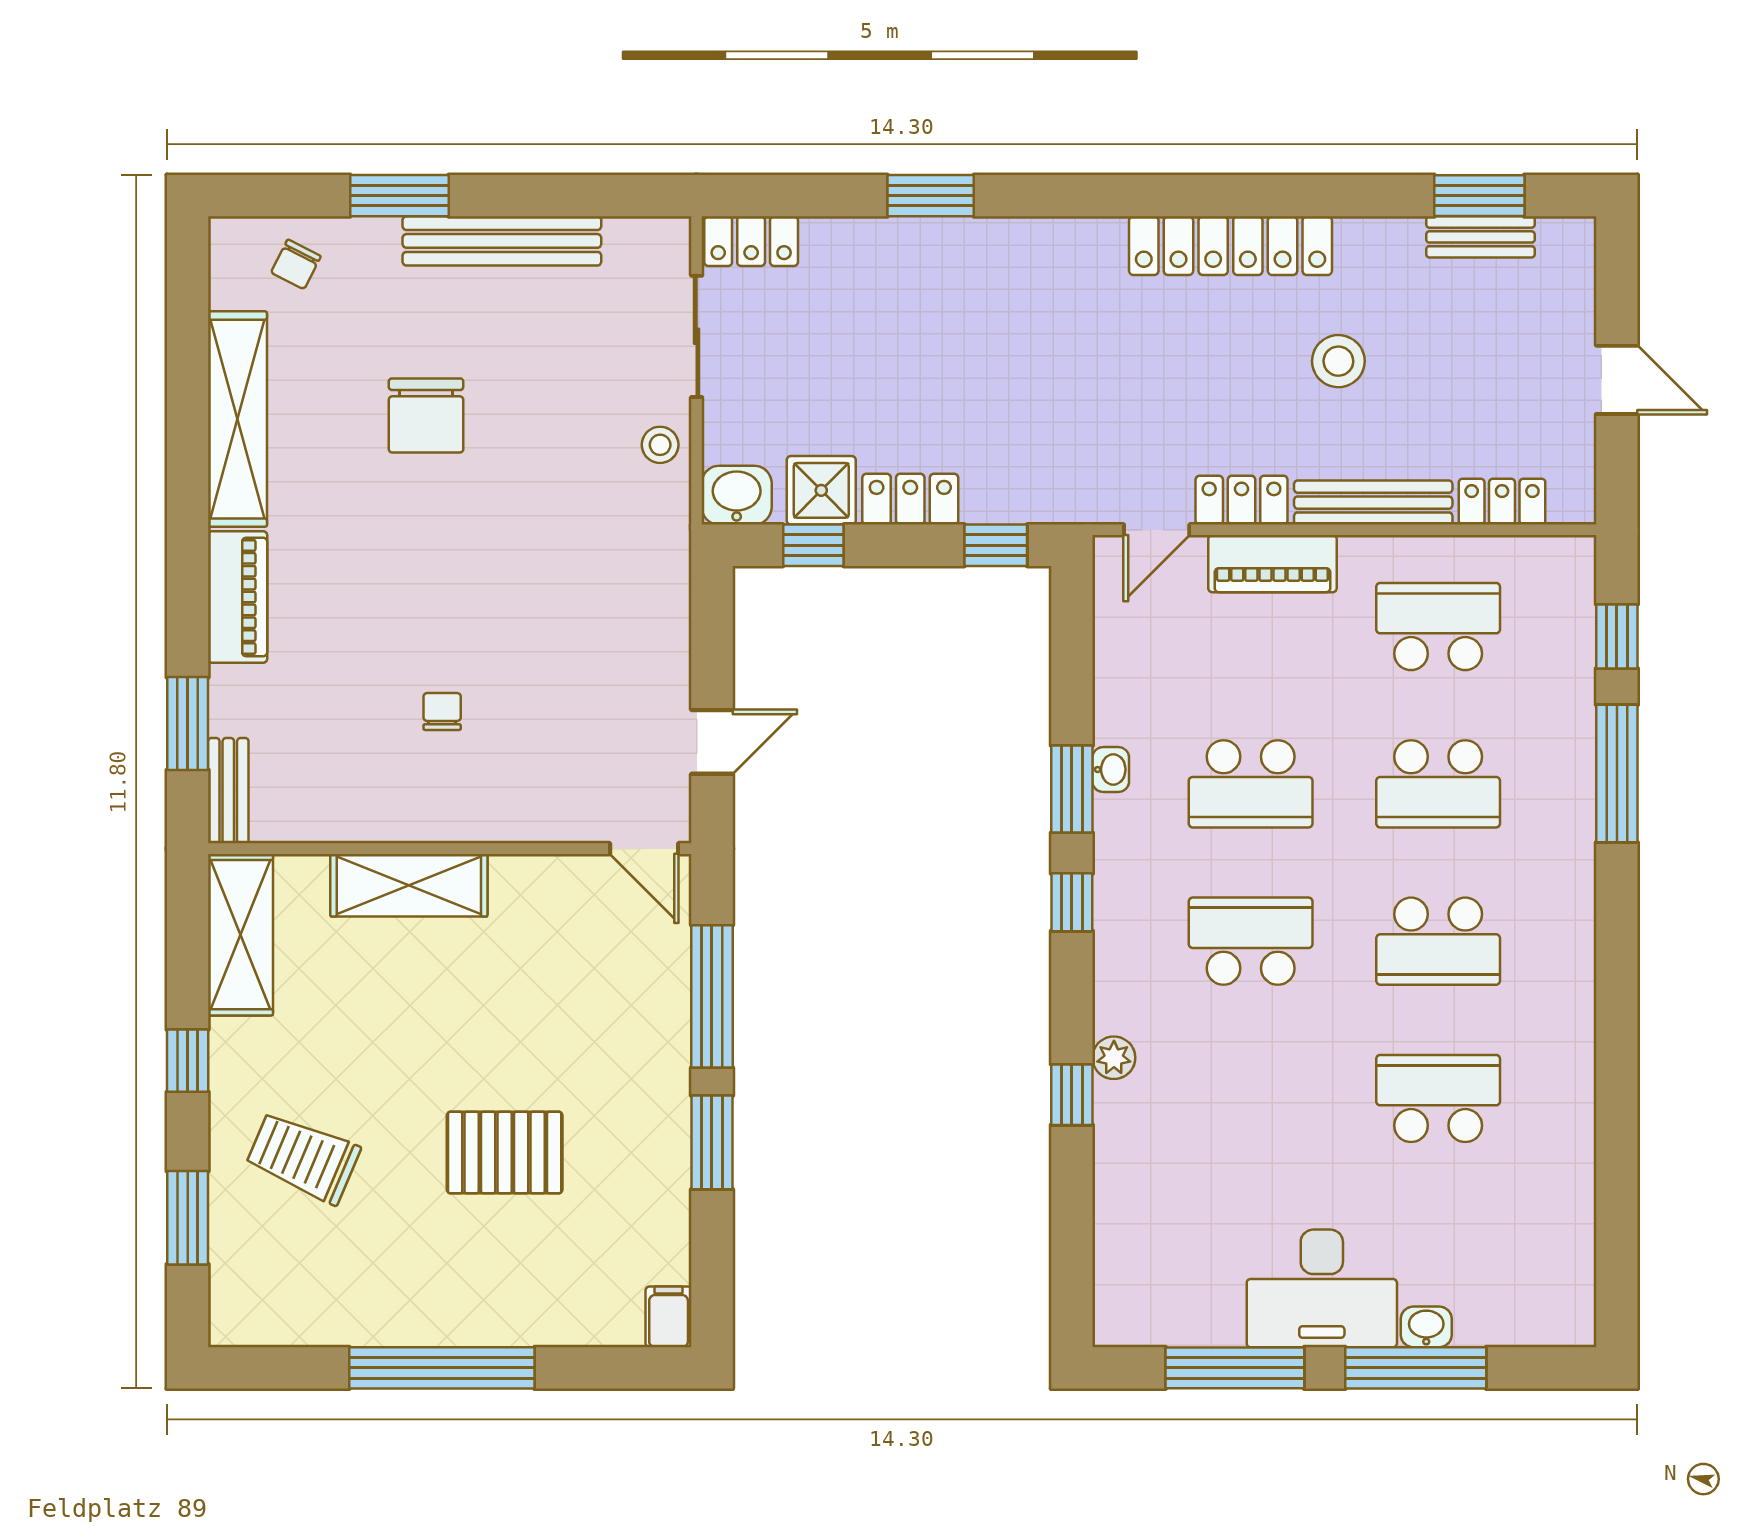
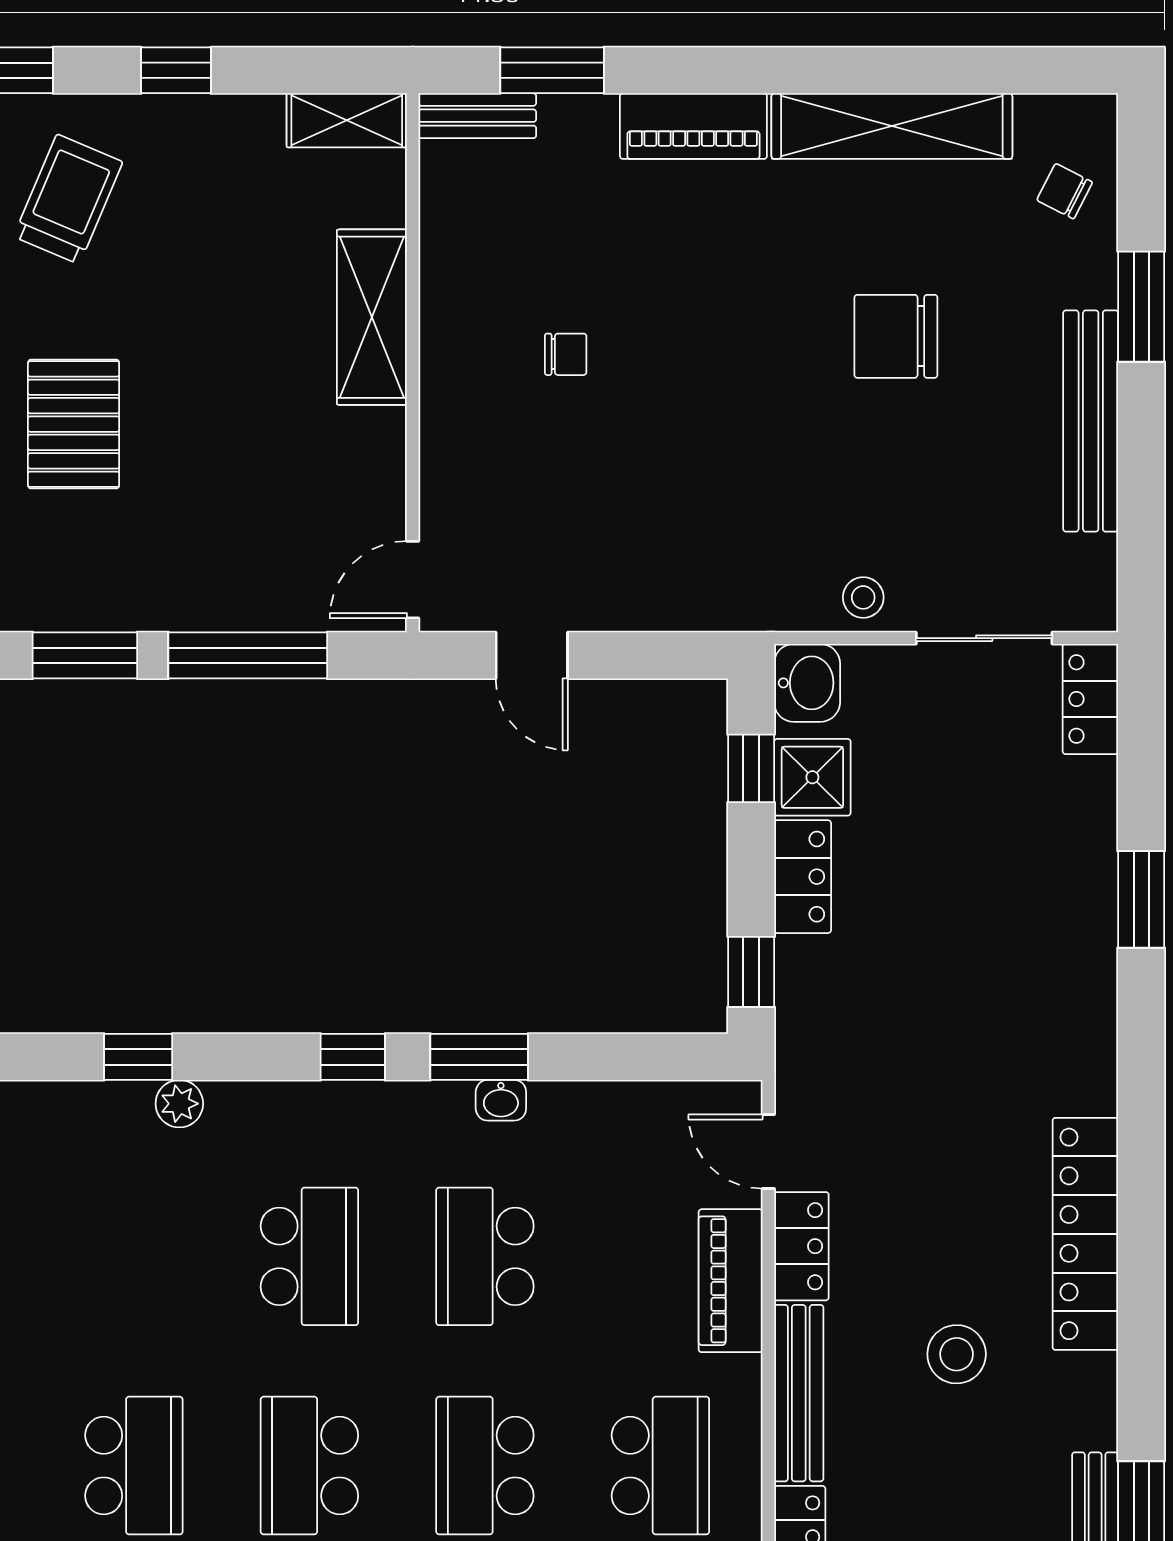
shelving: (241, 935) -> (347, 120), width x0.67, depth x0.75

